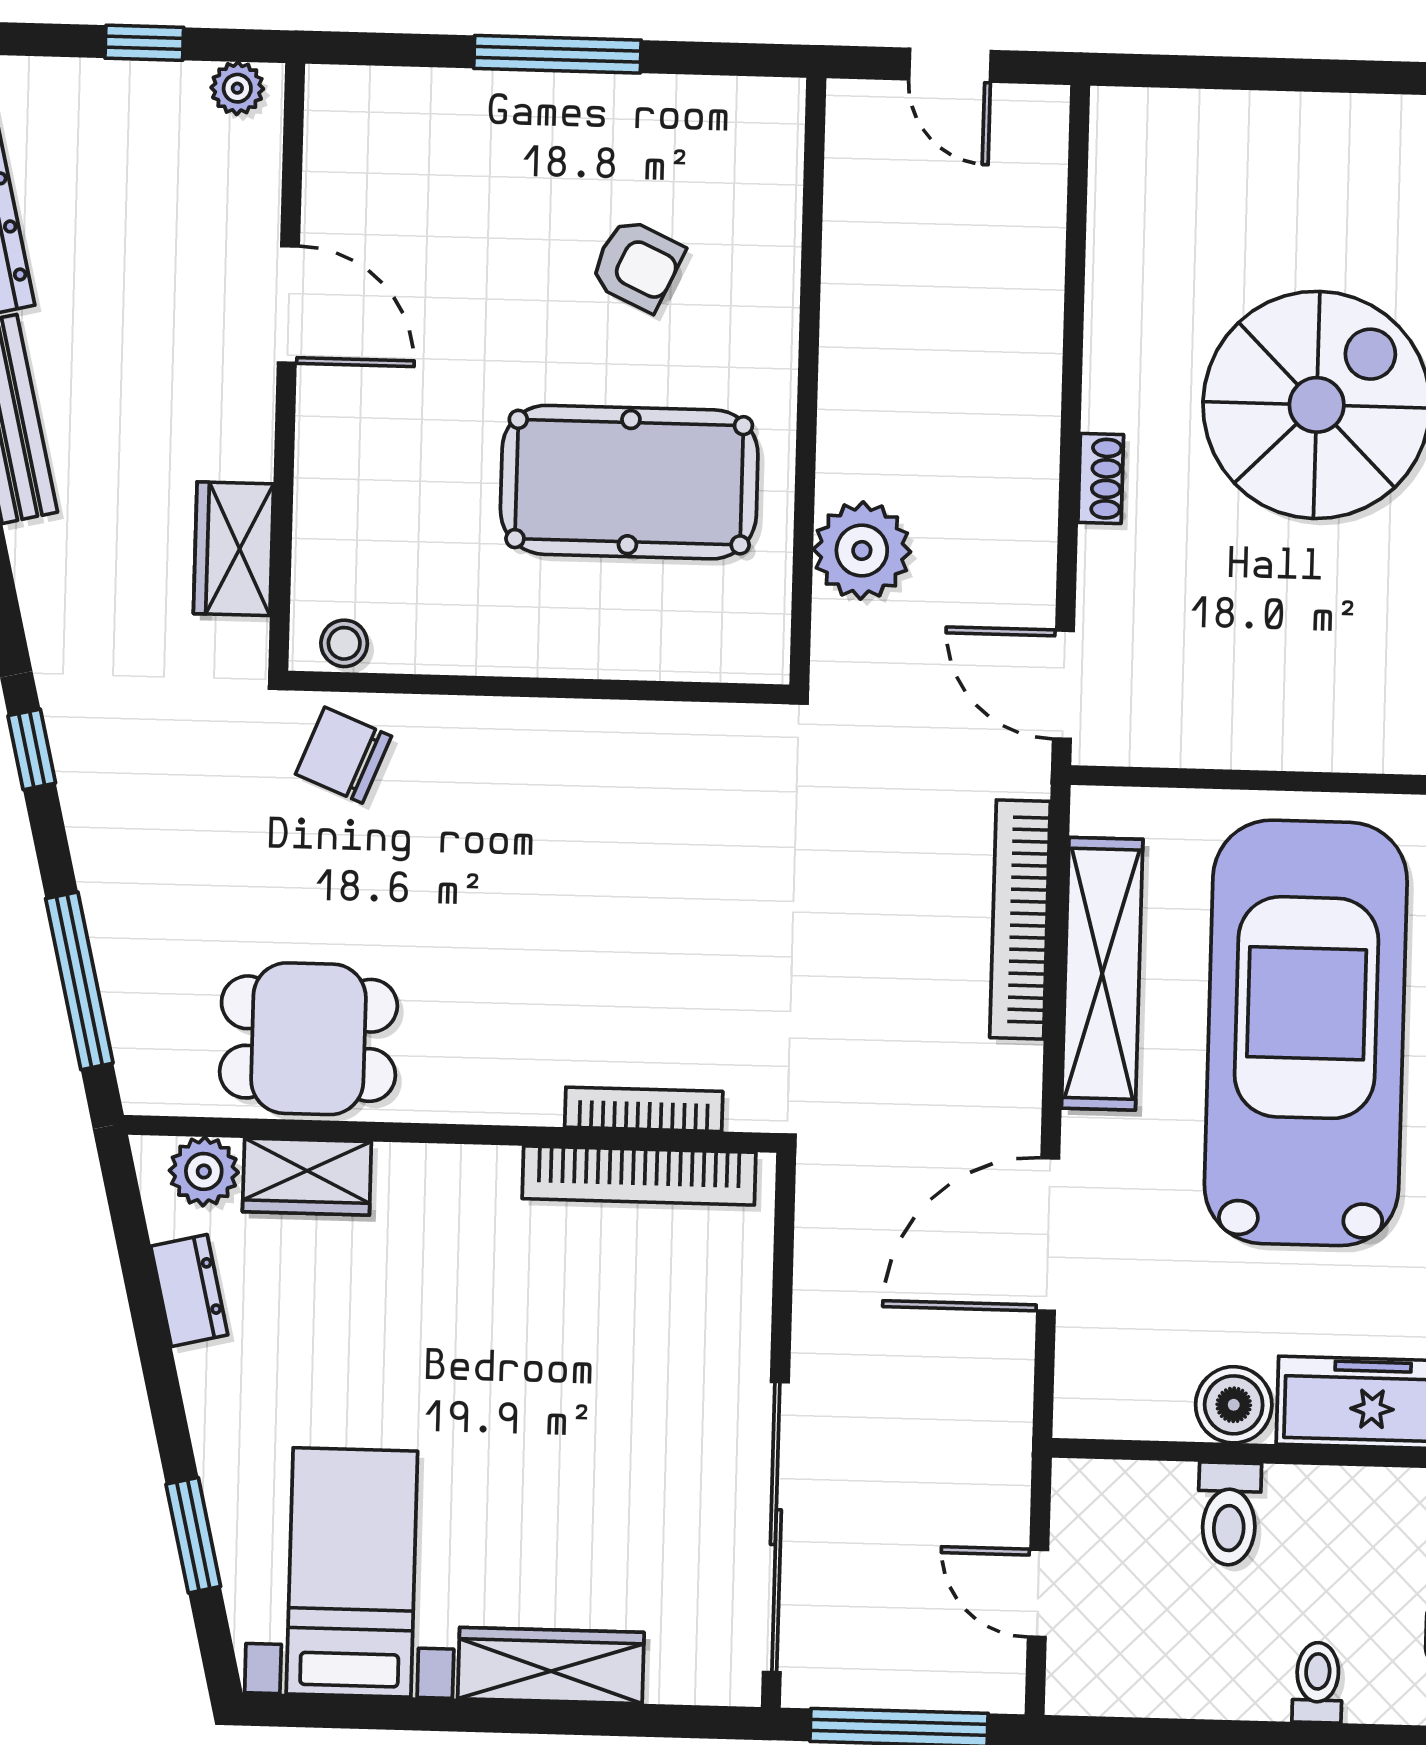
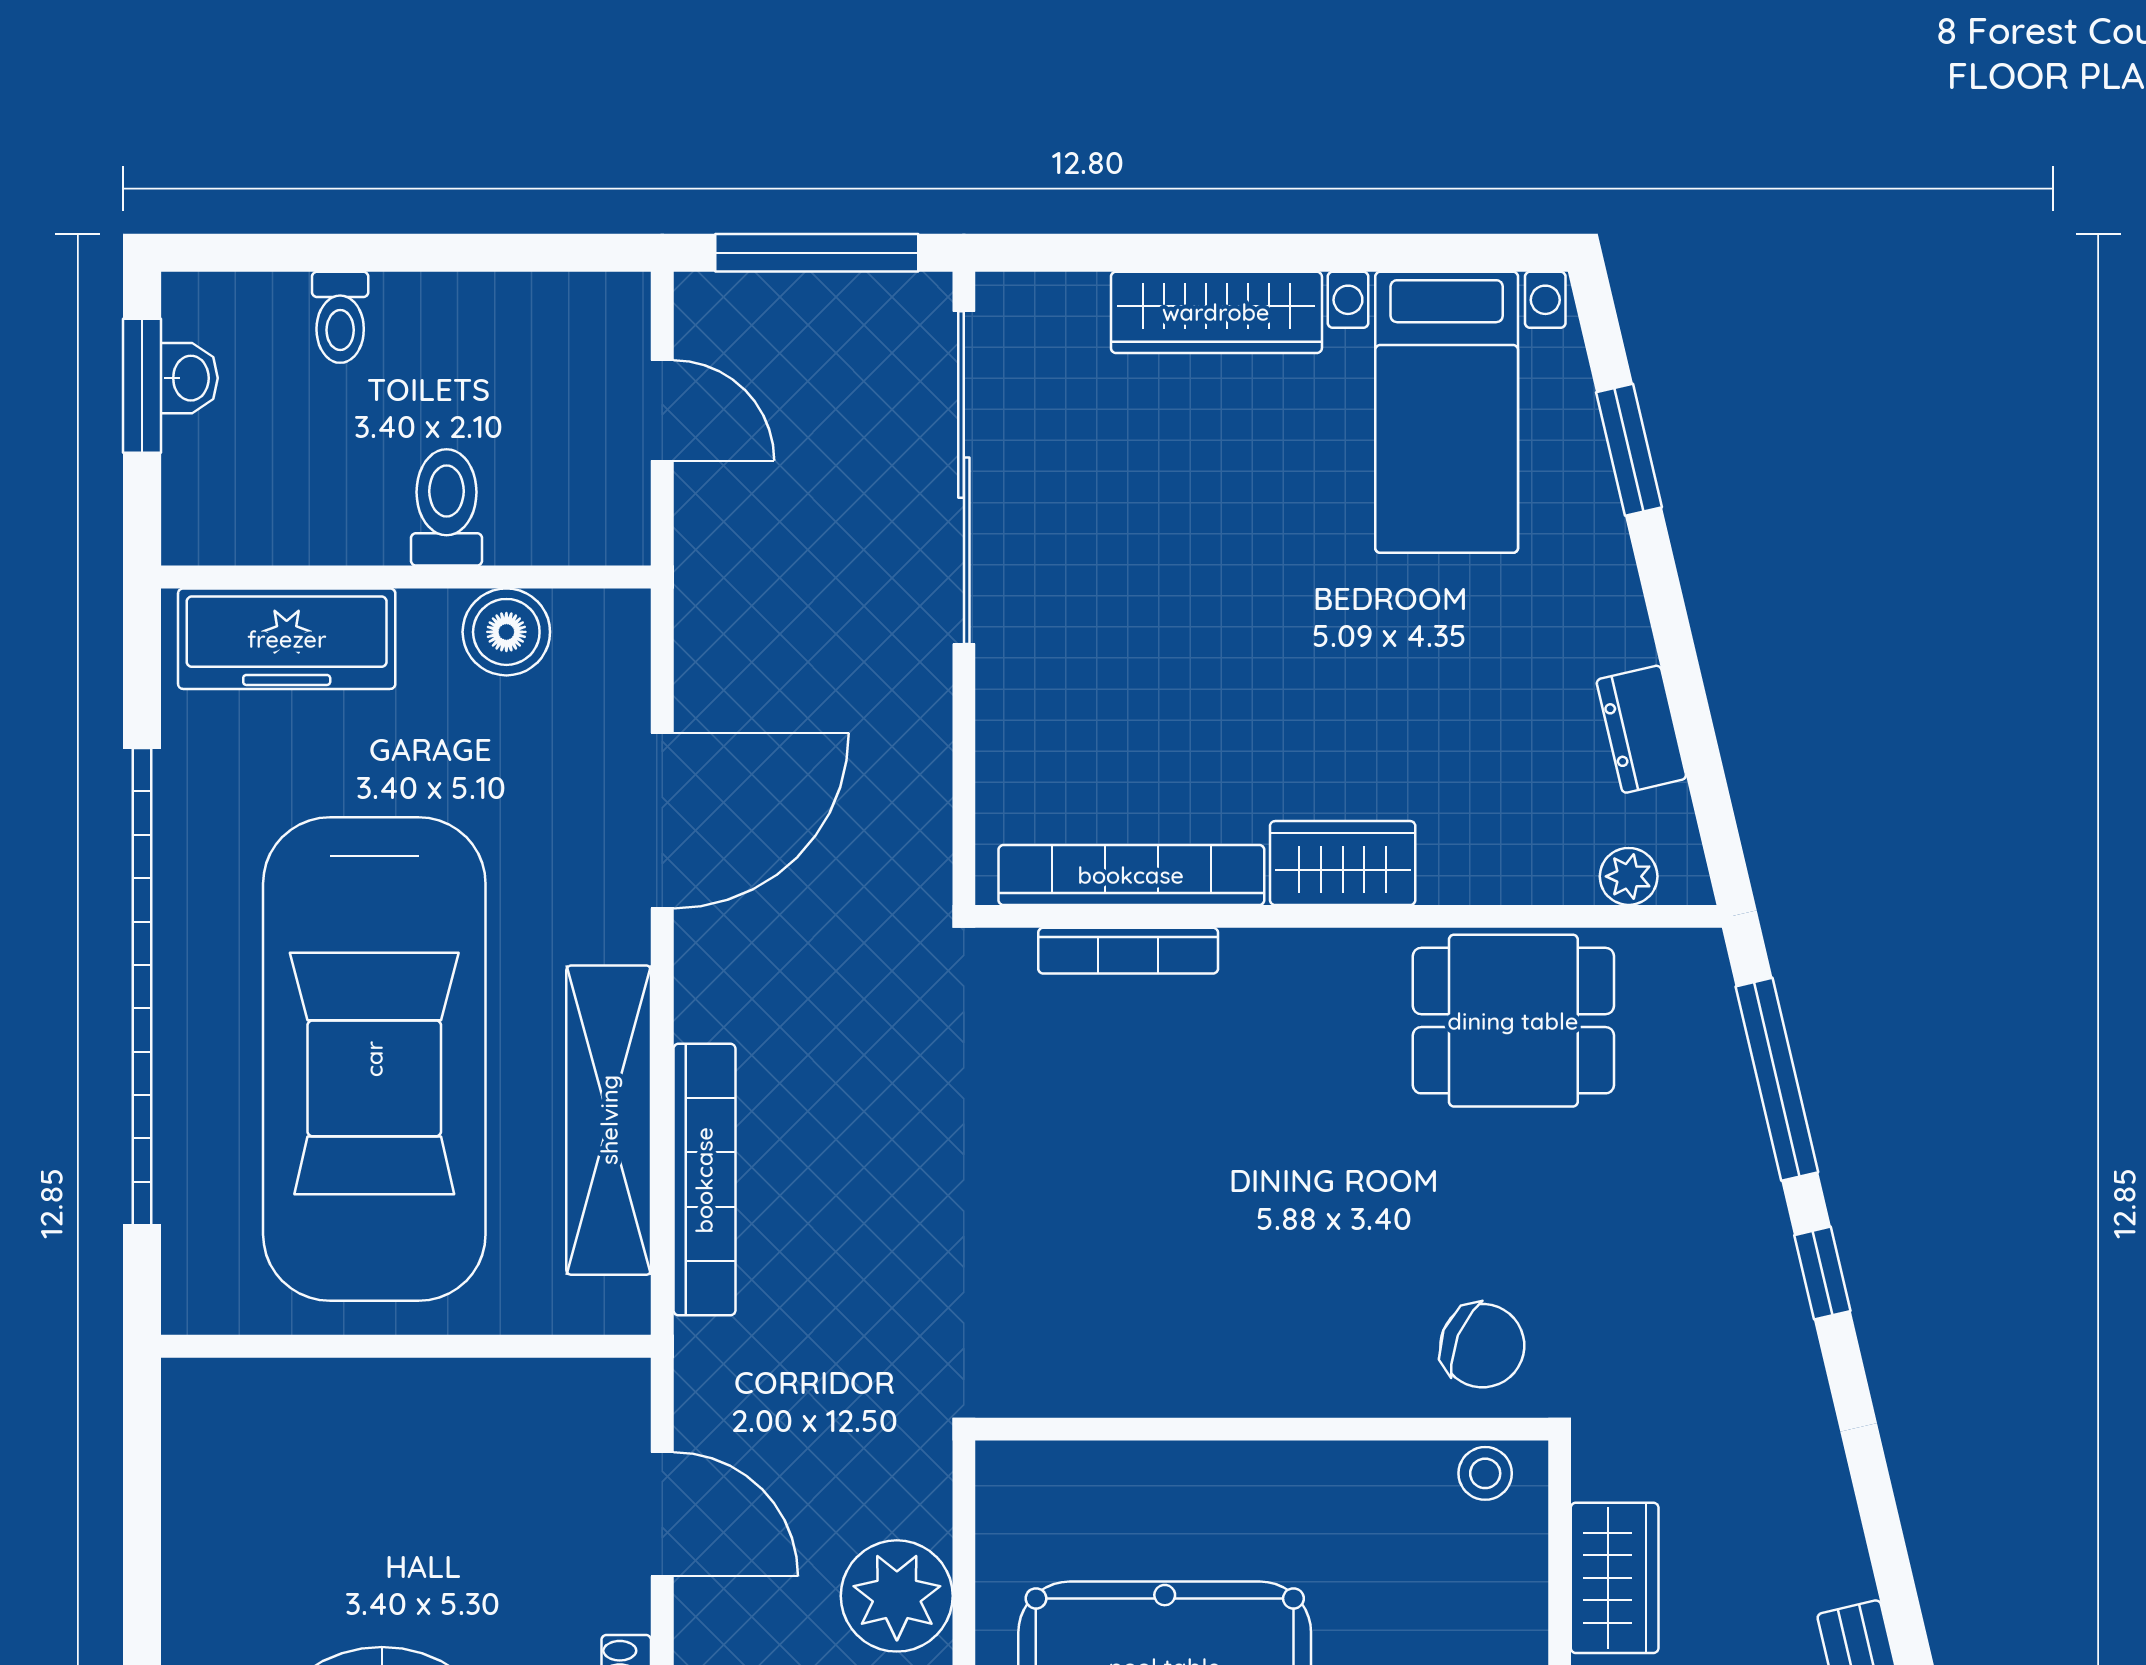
door: (1063, 685) -> (662, 1514), moved
window: (32, 749) -> (1822, 1273), moved
plant: (204, 1171) -> (1629, 876), width x0.73, depth x0.73
wardrobe: (307, 1177) -> (1343, 863), moved
boiler: (1234, 1405) -> (506, 632), moved

